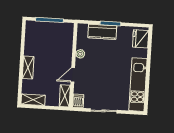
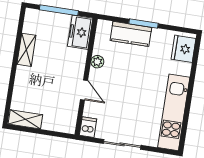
freezer: (66, 34) -> (80, 32), added
shelving: (28, 67) -> (26, 50), moved
door: (73, 75) -> (84, 90), swing flipped
shelving: (65, 96) -> (70, 118), removed

